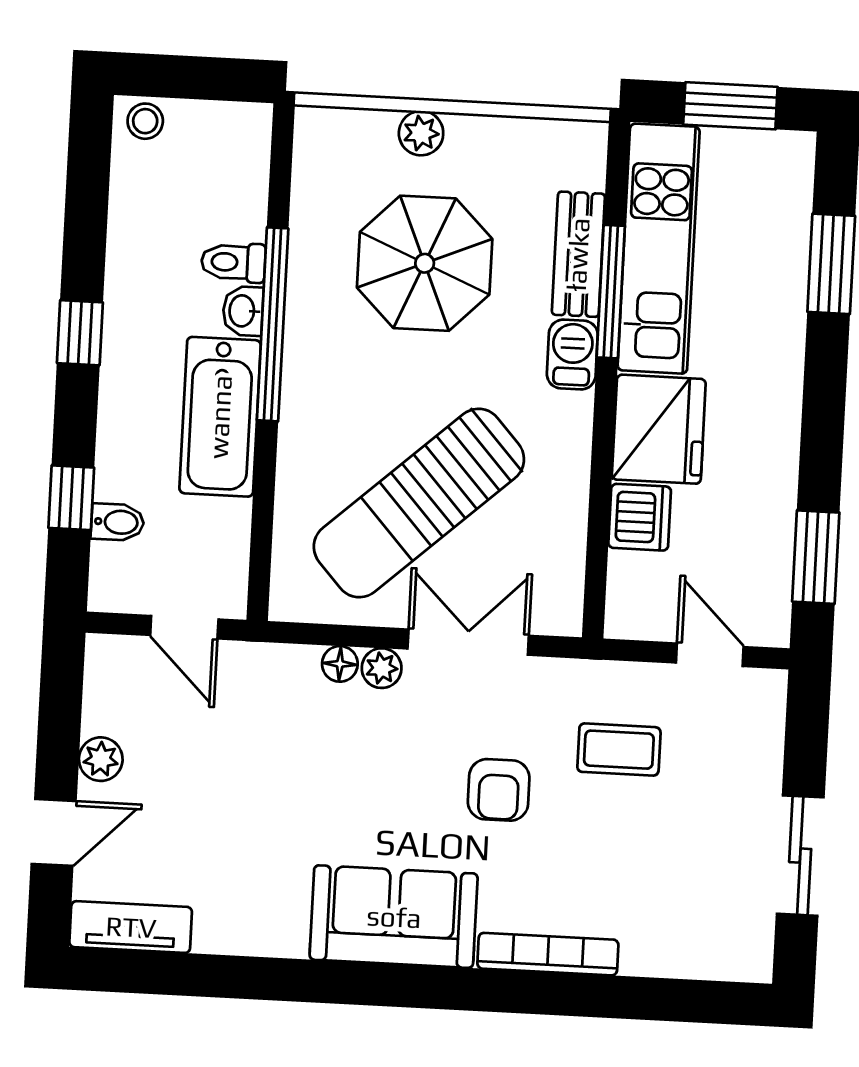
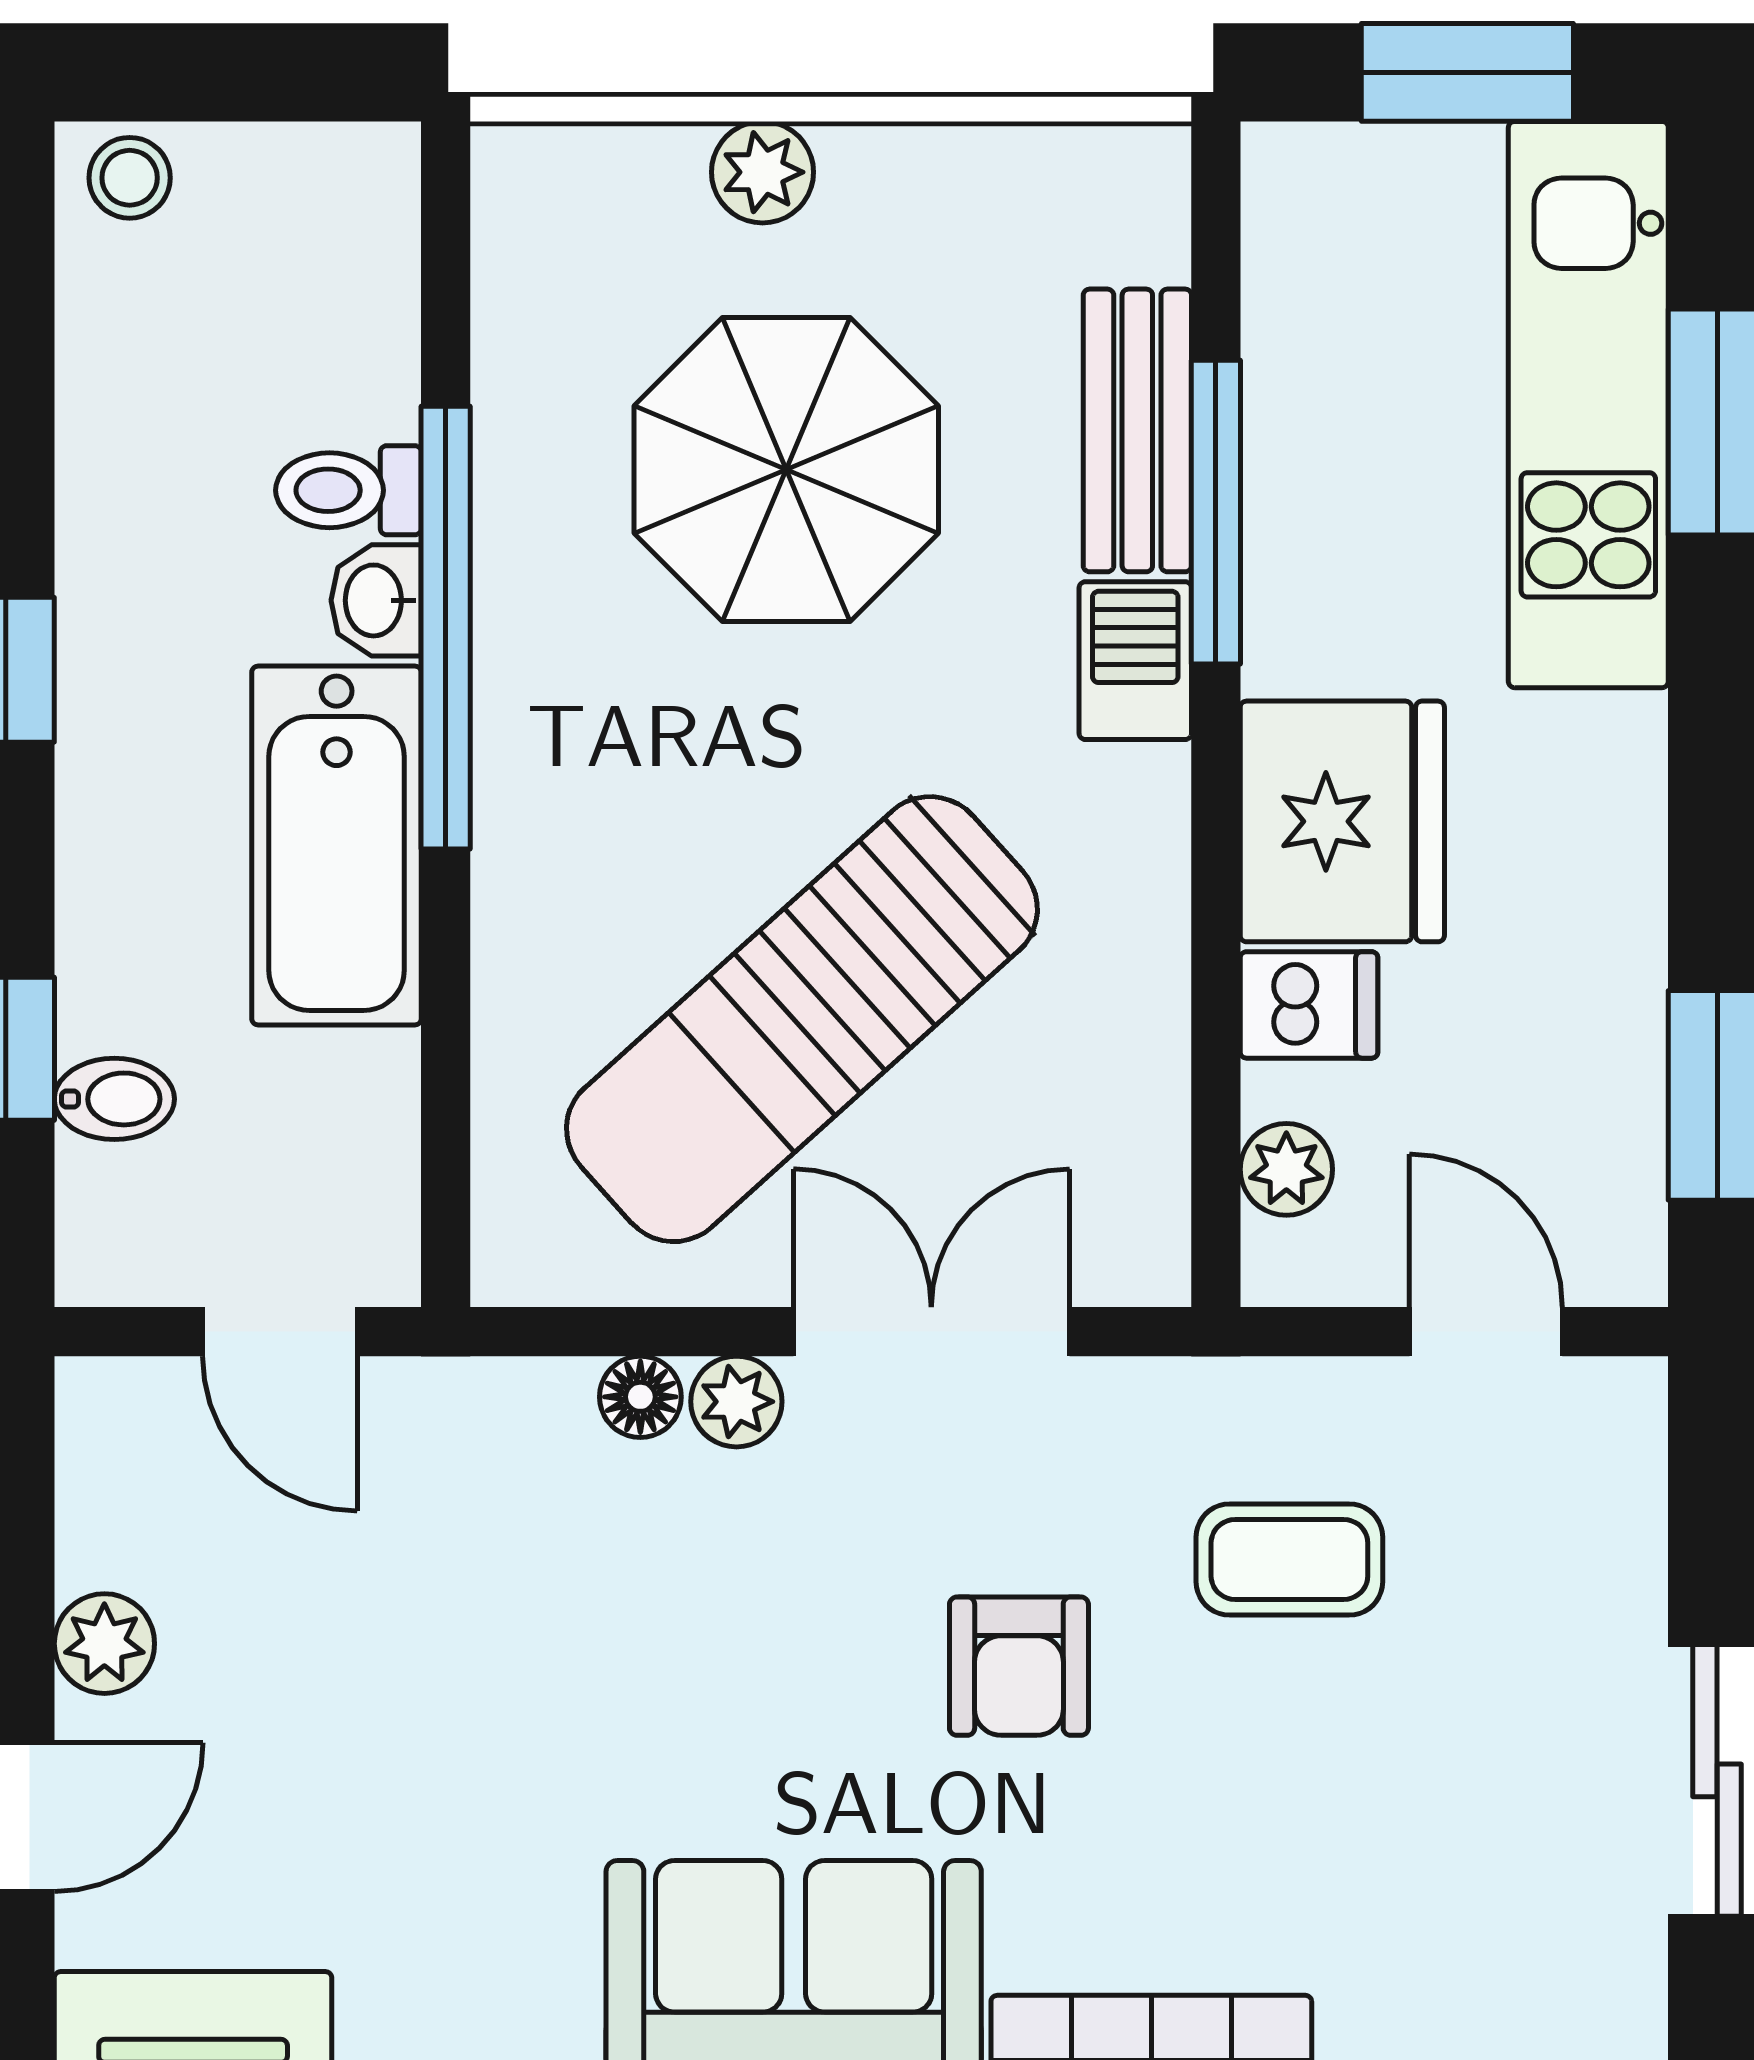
kitchen unit: (659, 249) -> (1588, 405), moved, turned 180
dishwasher: (640, 517) -> (1309, 1005), width x0.73
plant: (626, 580) -> (1286, 1169), added

